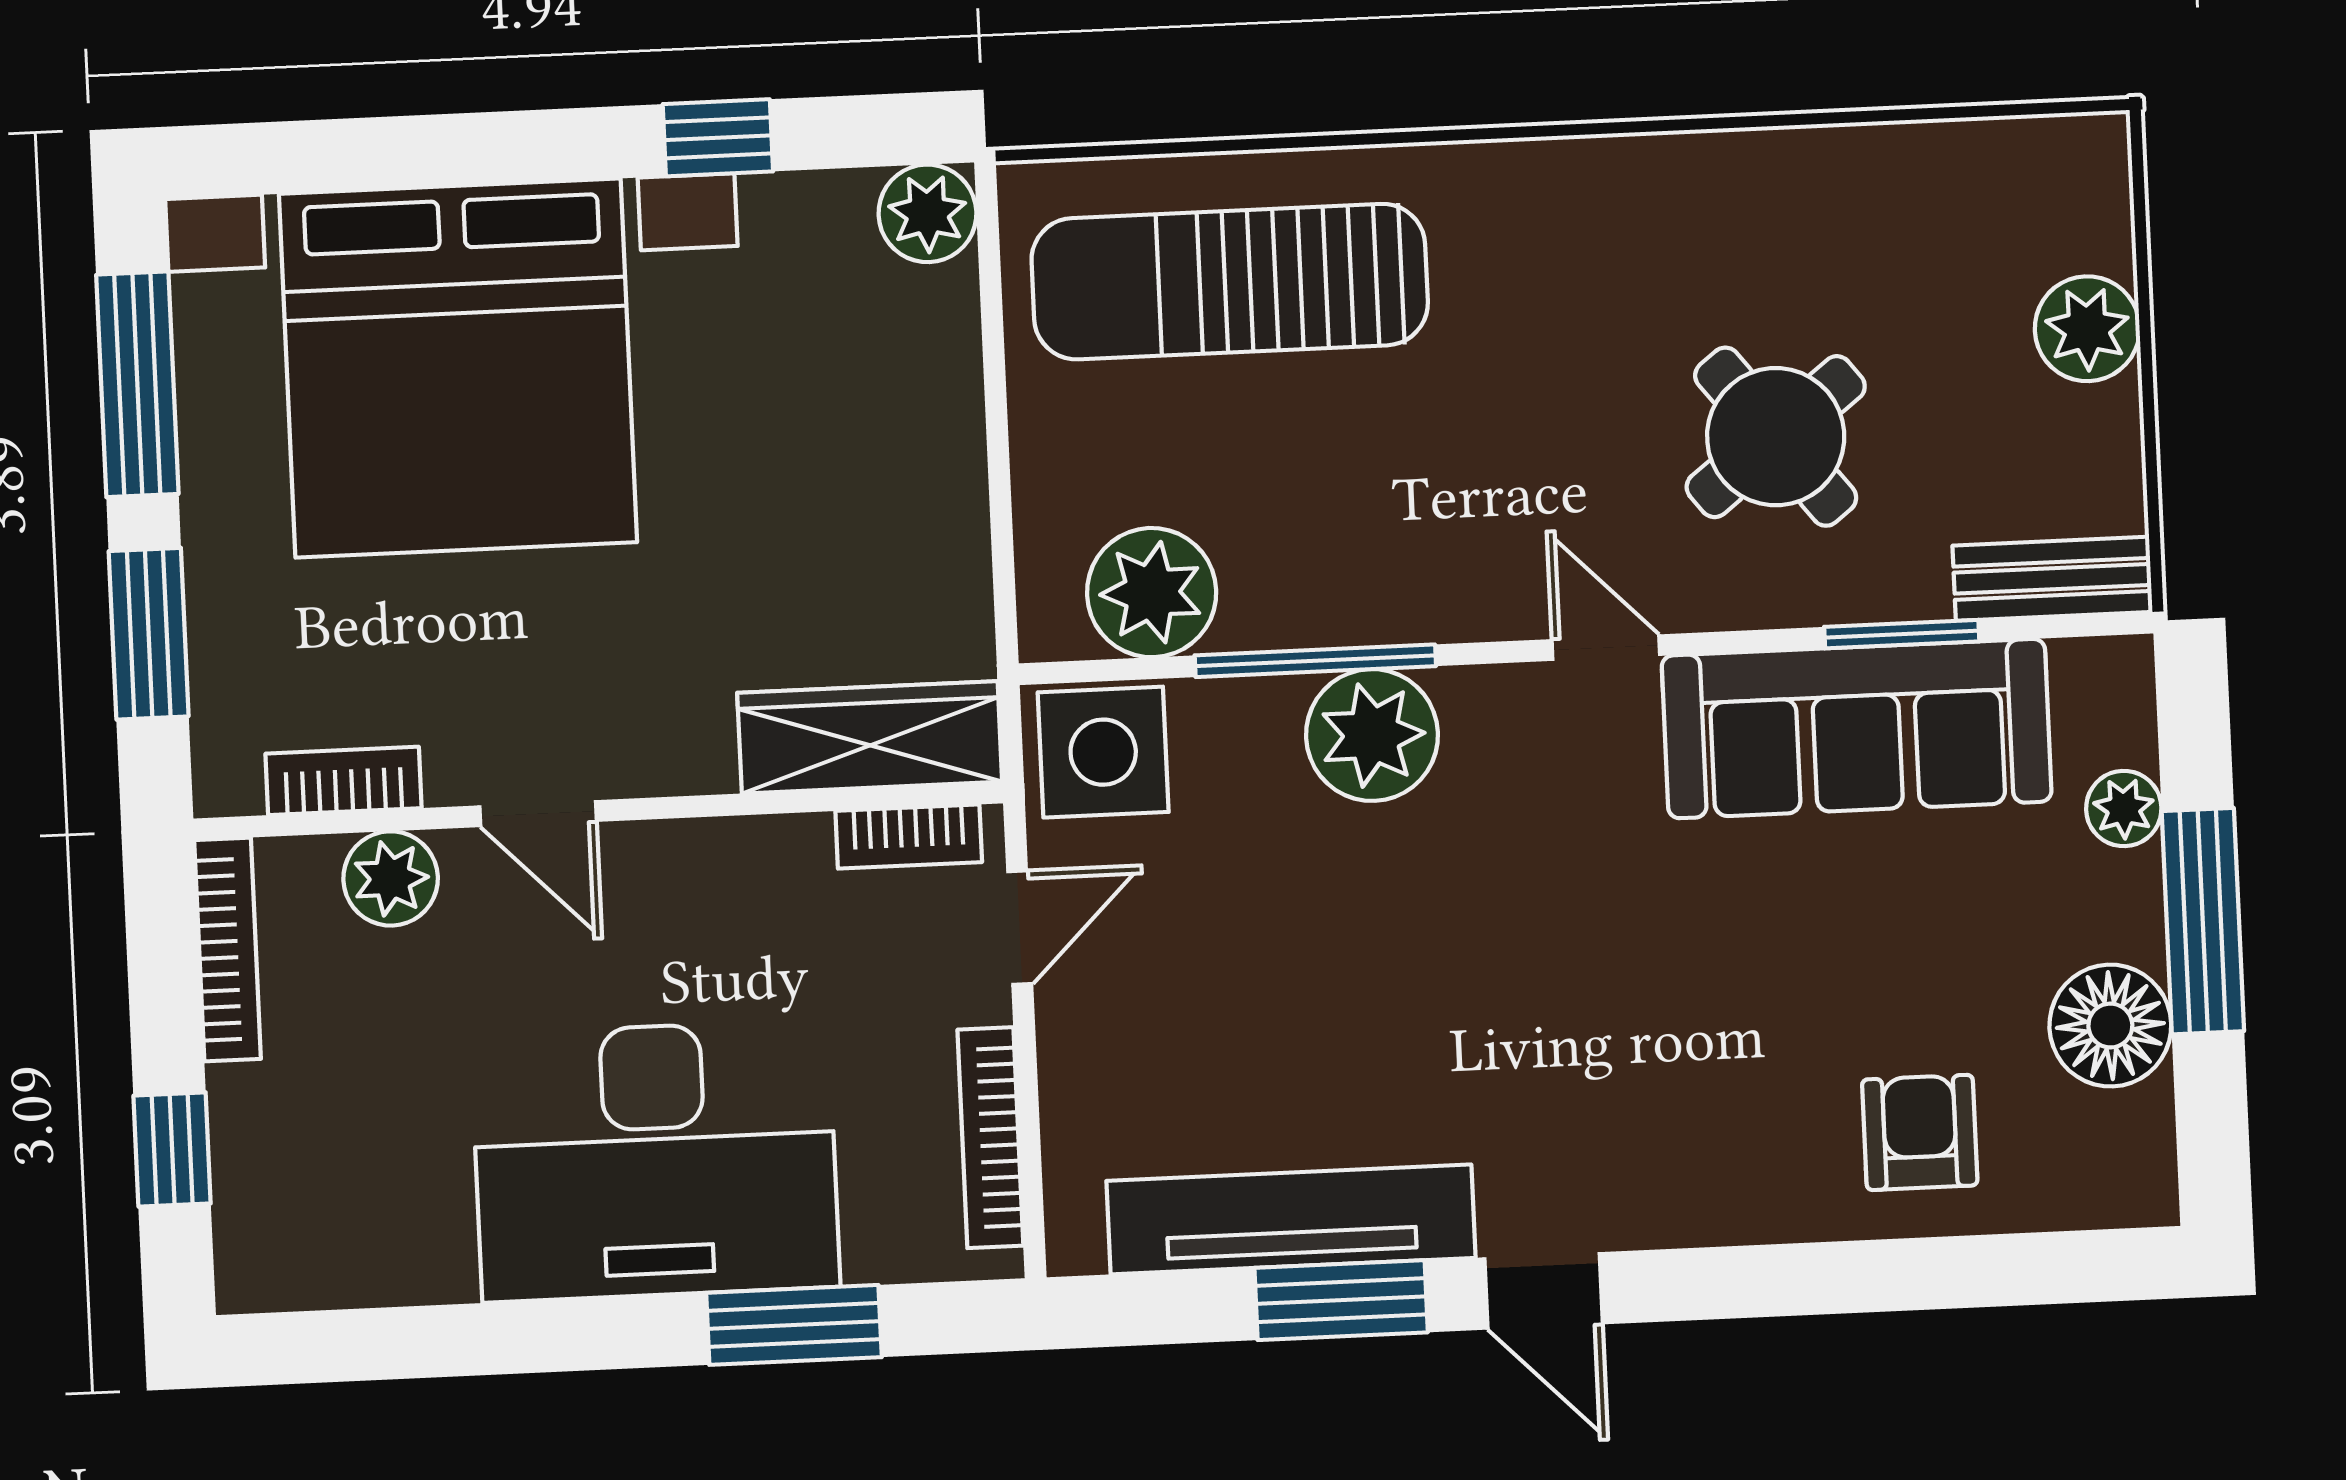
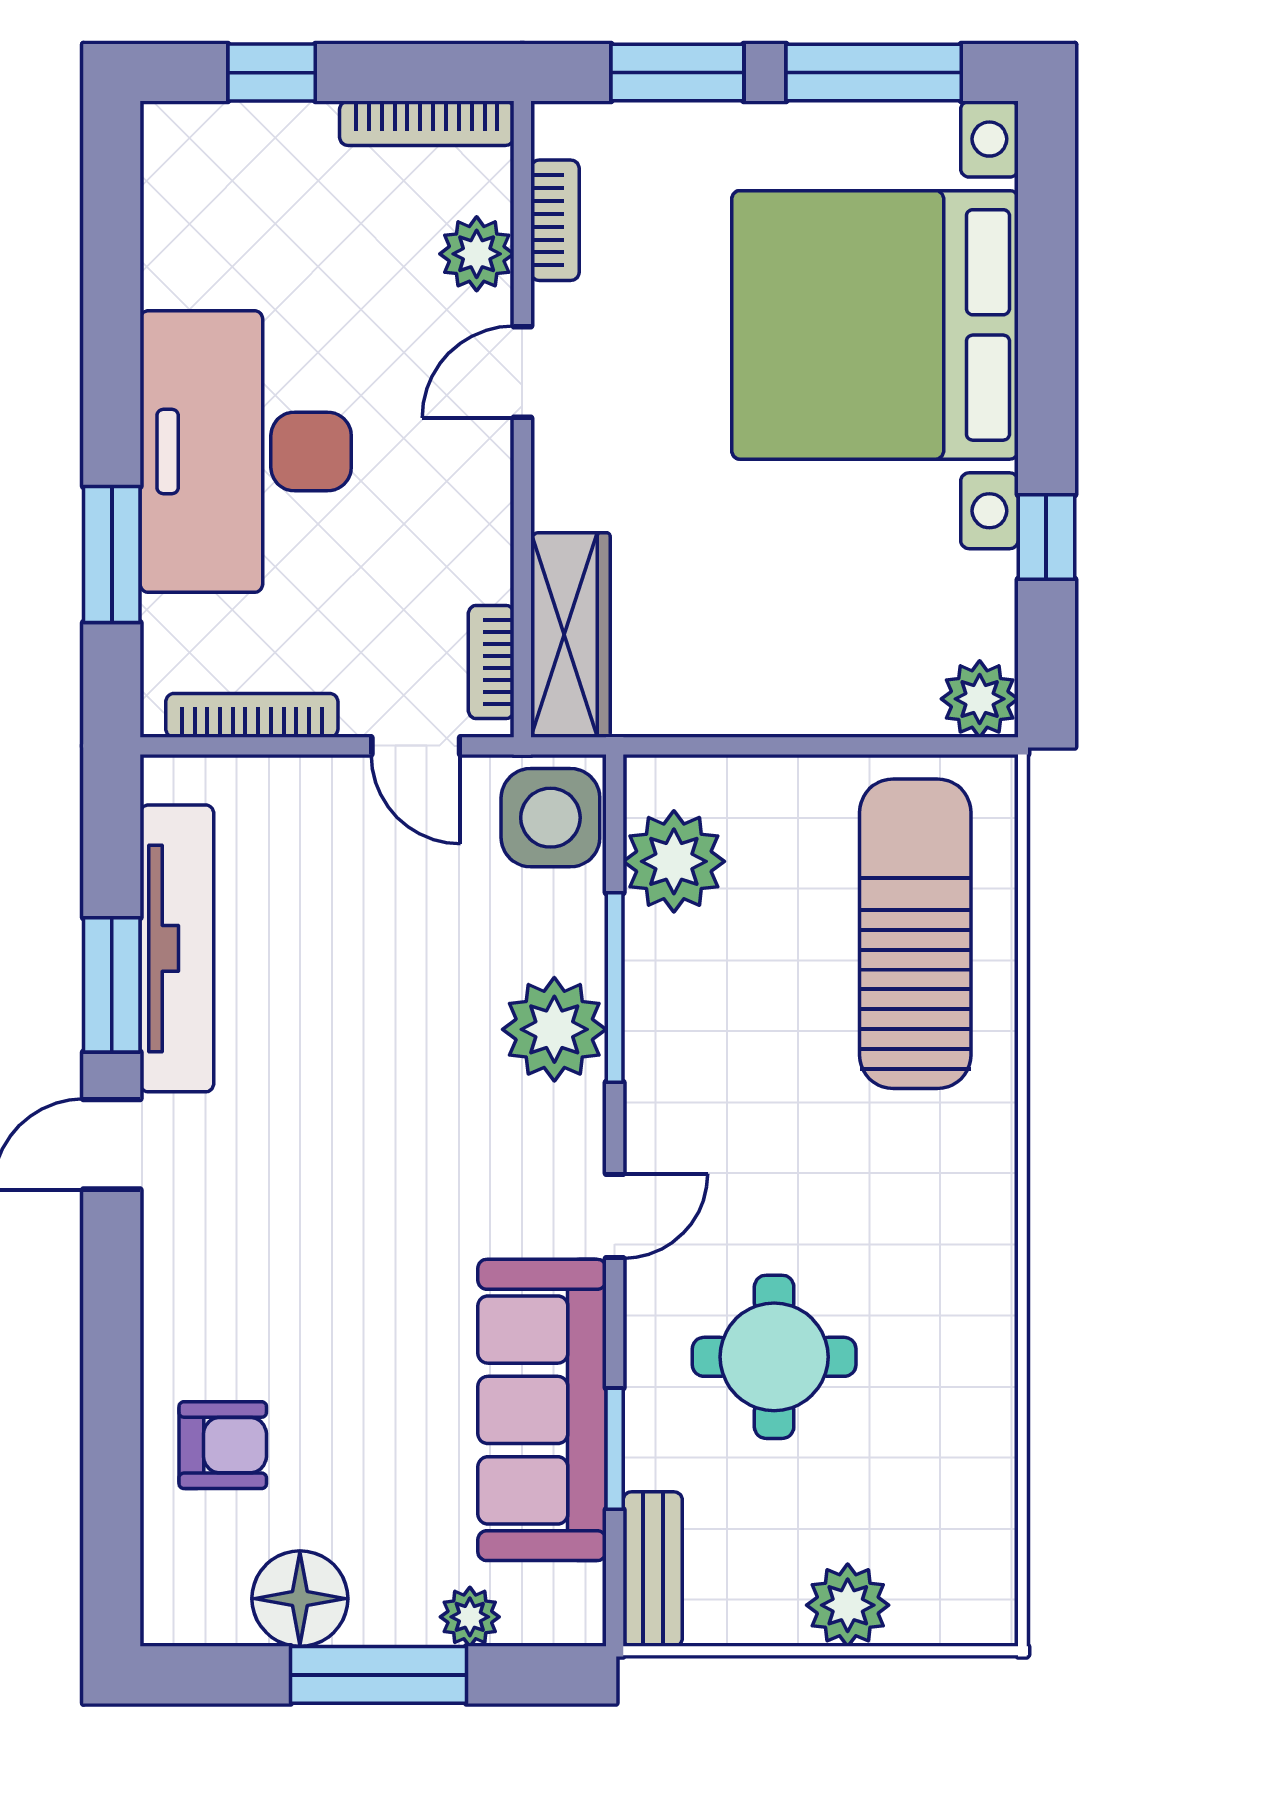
round table: (1776, 437) -> (774, 1357), turned 38

